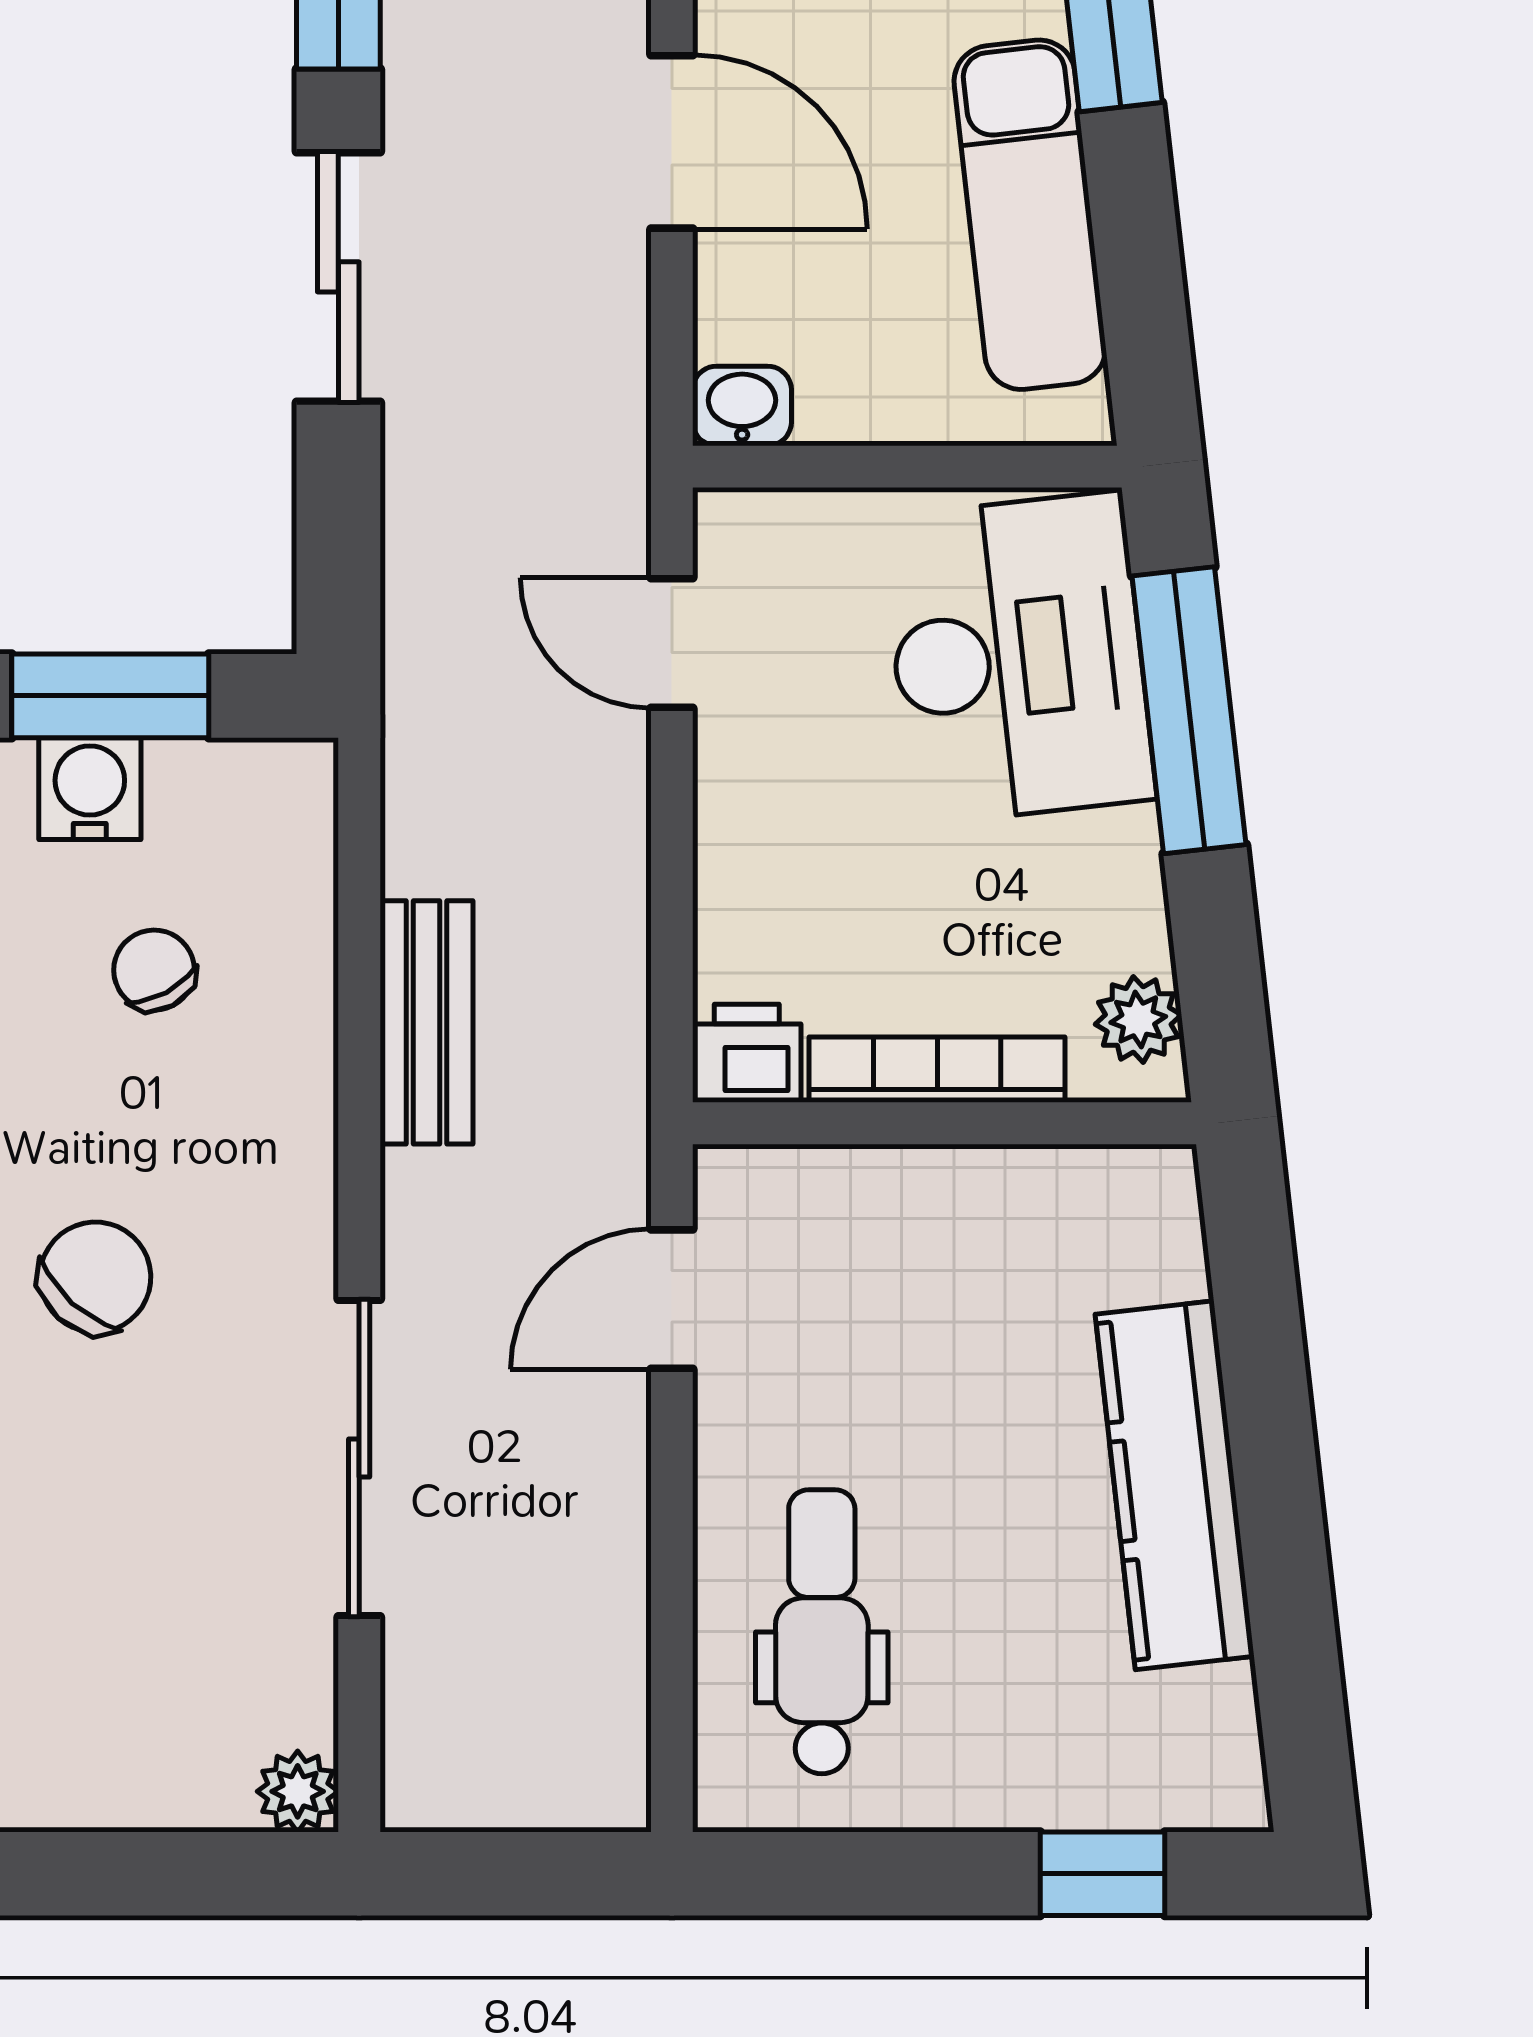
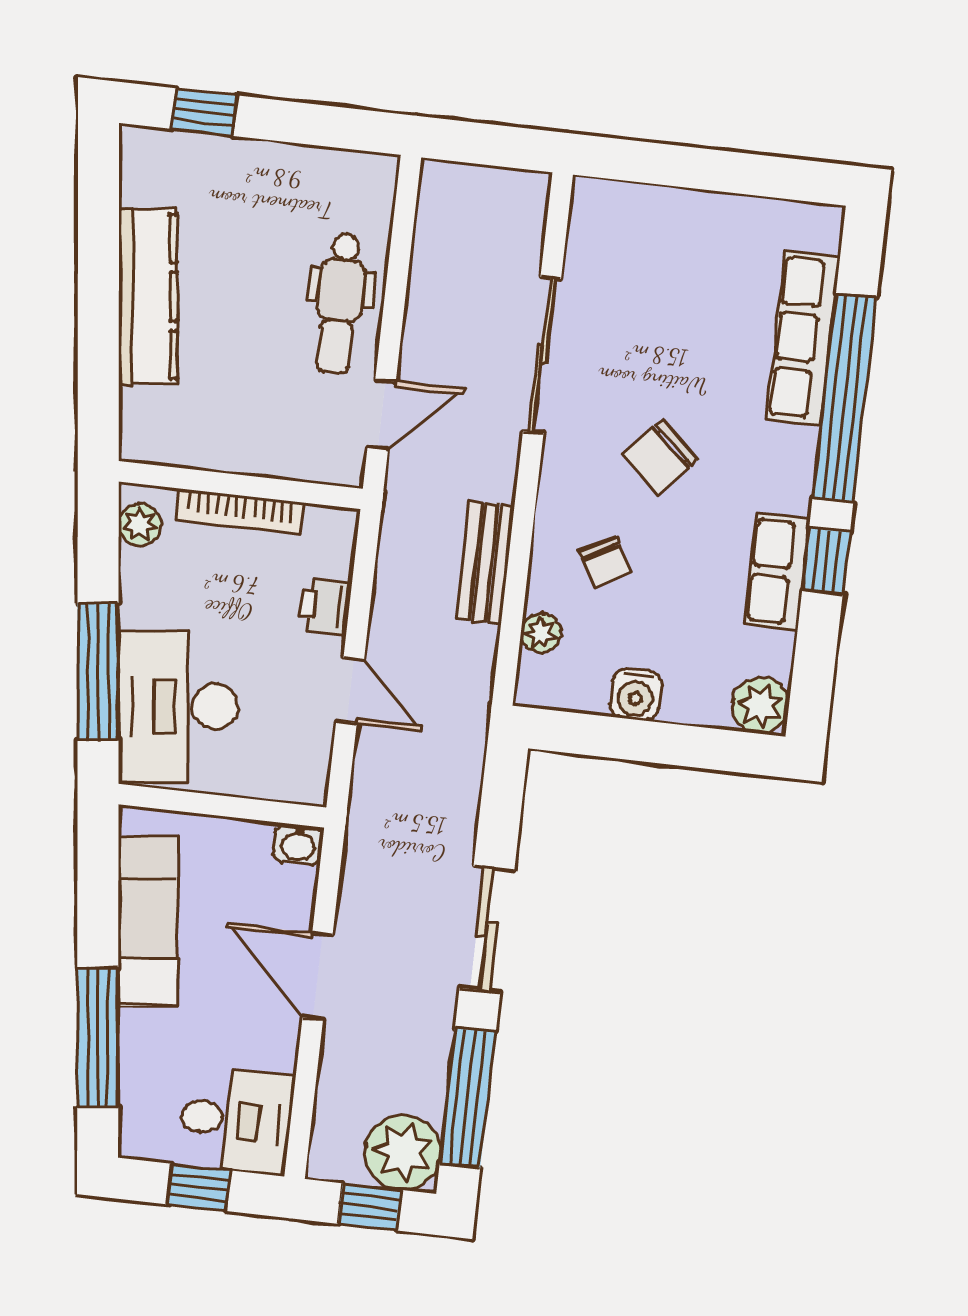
door: (672, 643) -> (350, 690), moved
window: (110, 696) -> (621, 738), removed
chair: (154, 970) -> (605, 562), moved
printer: (747, 1053) -> (325, 606), moved, turned 90
dental chair: (822, 1632) -> (340, 304), moved
plant: (298, 1791) -> (541, 633), moved

